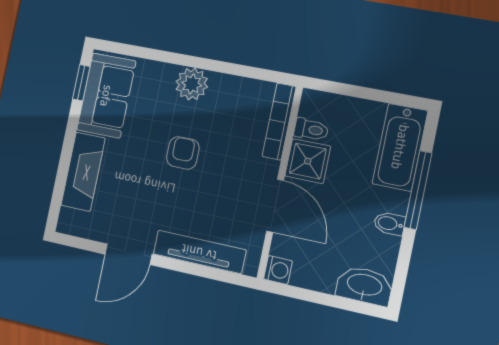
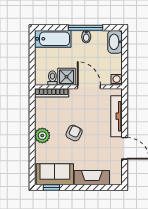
armchair: (183, 153) -> (74, 133), turned 116
window: (418, 190) -> (85, 28), moved
door: (275, 206) -> (89, 87), hinge flipped

